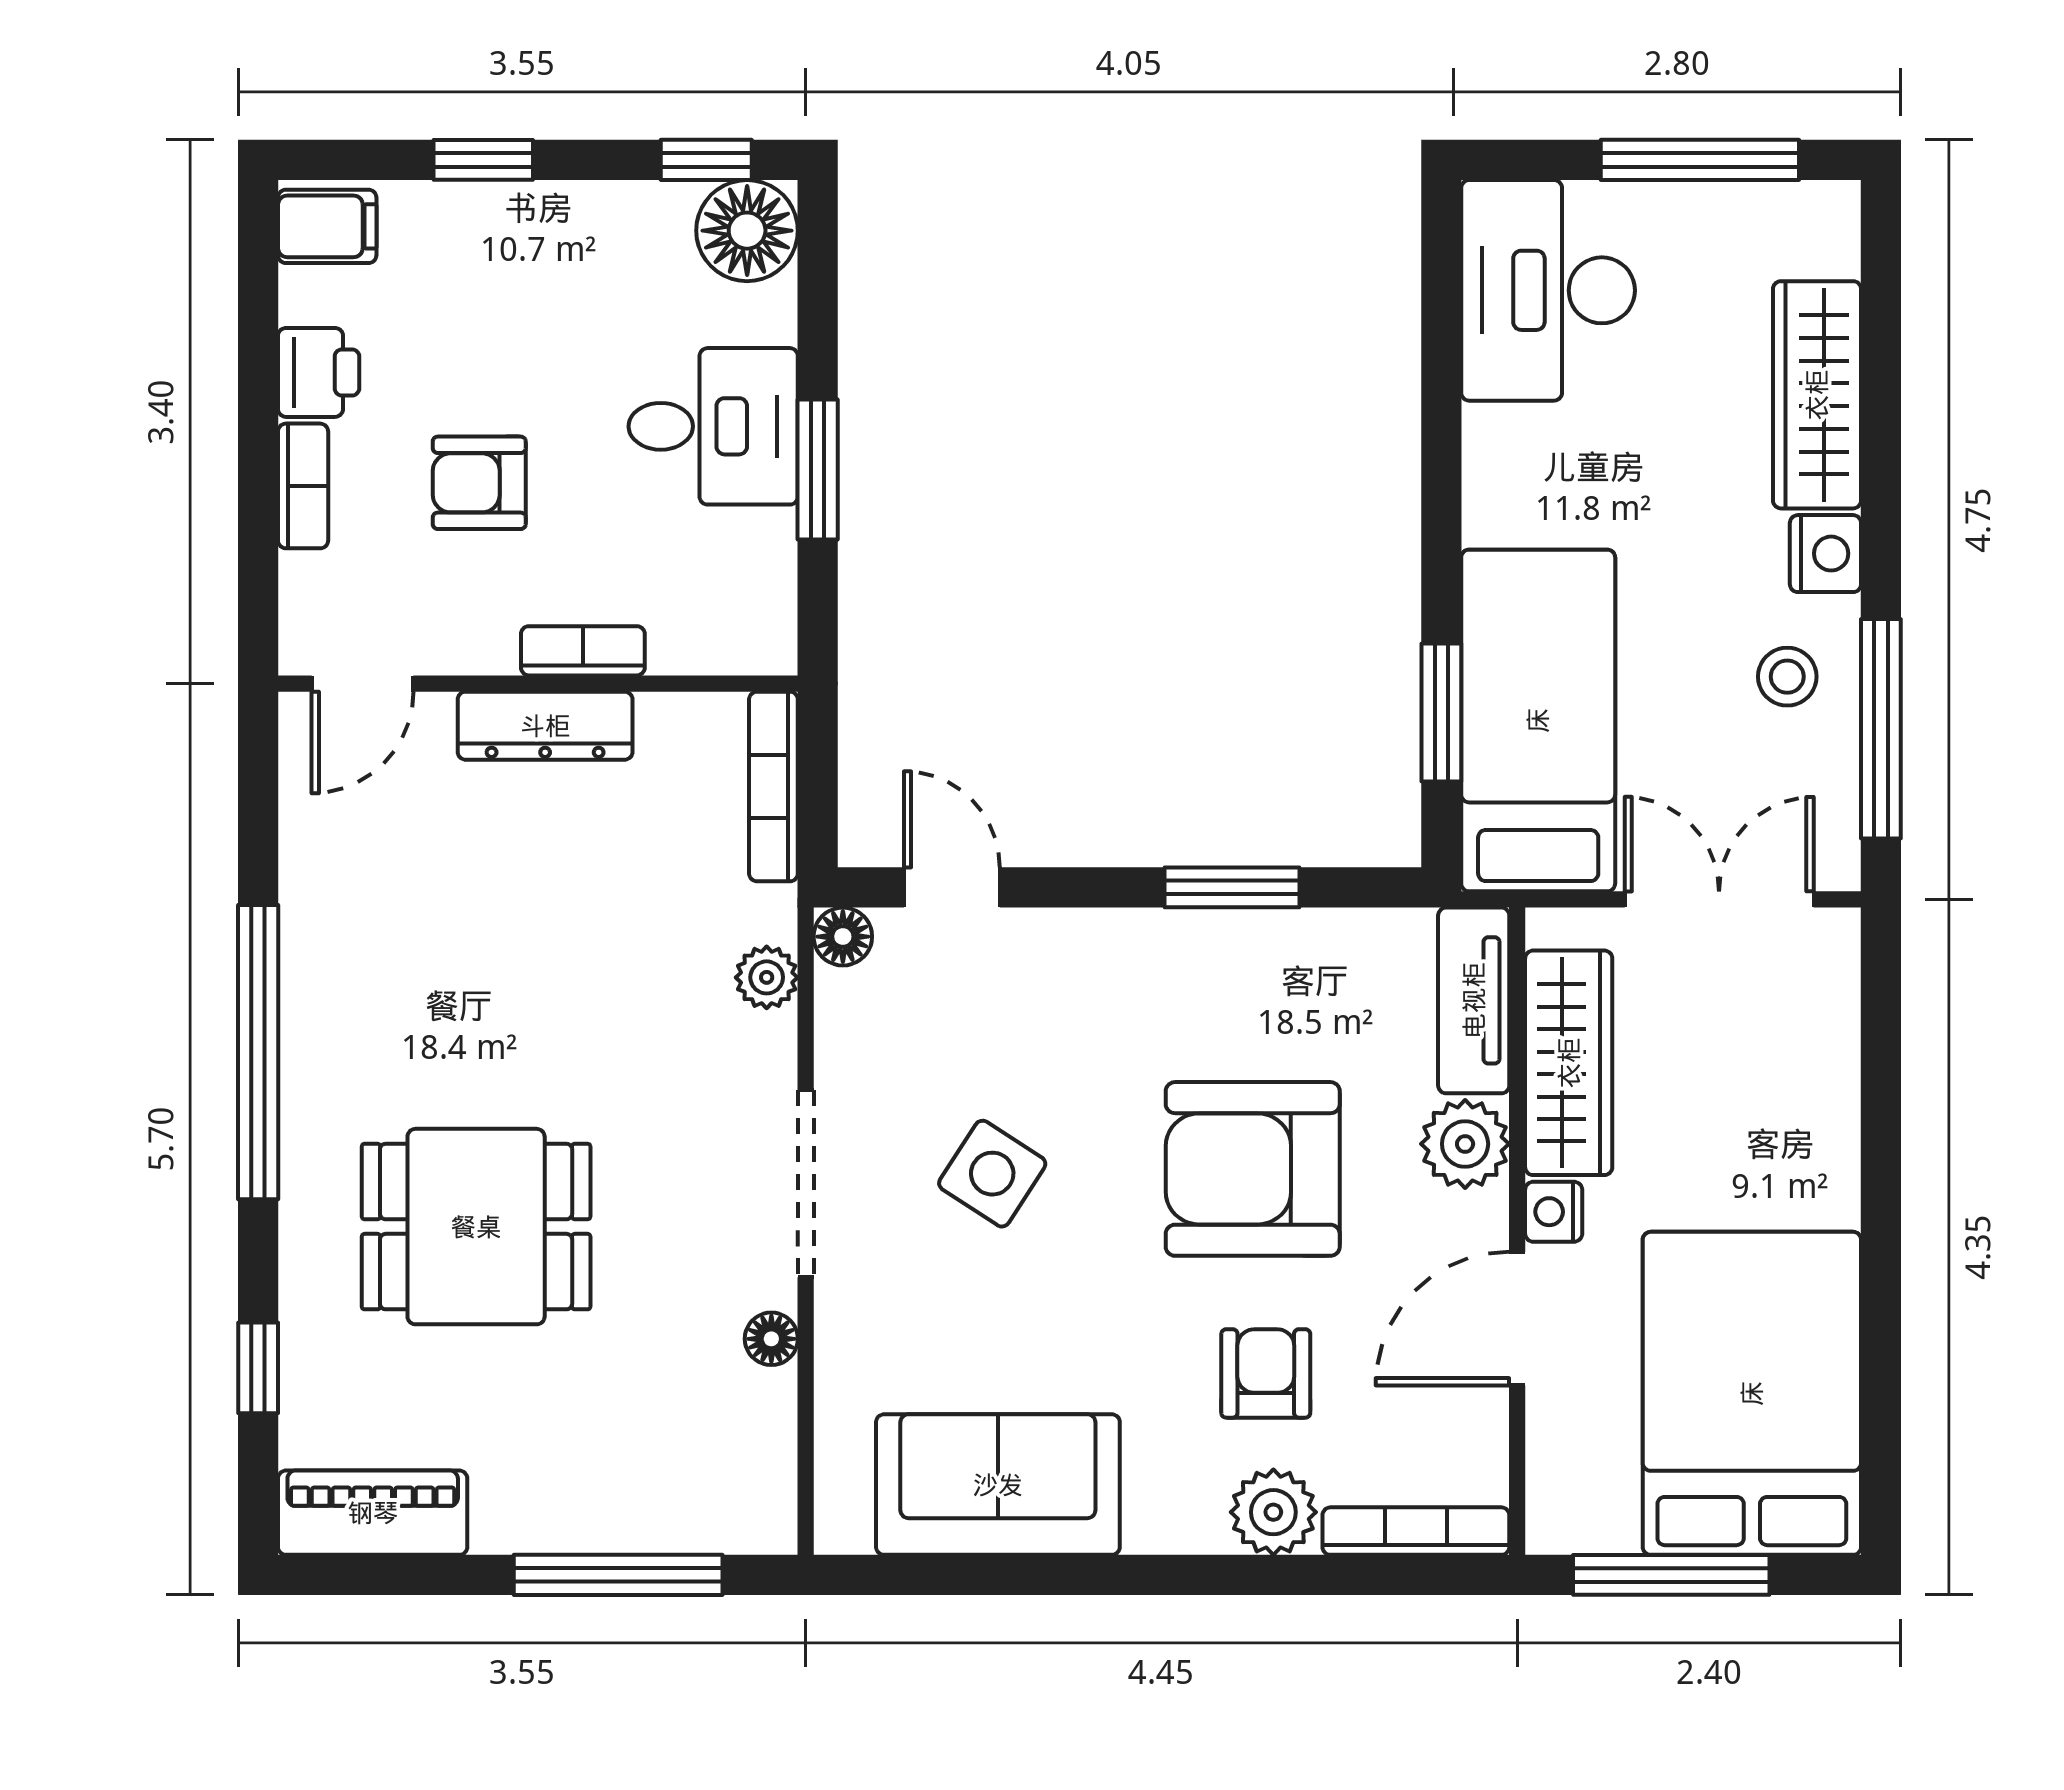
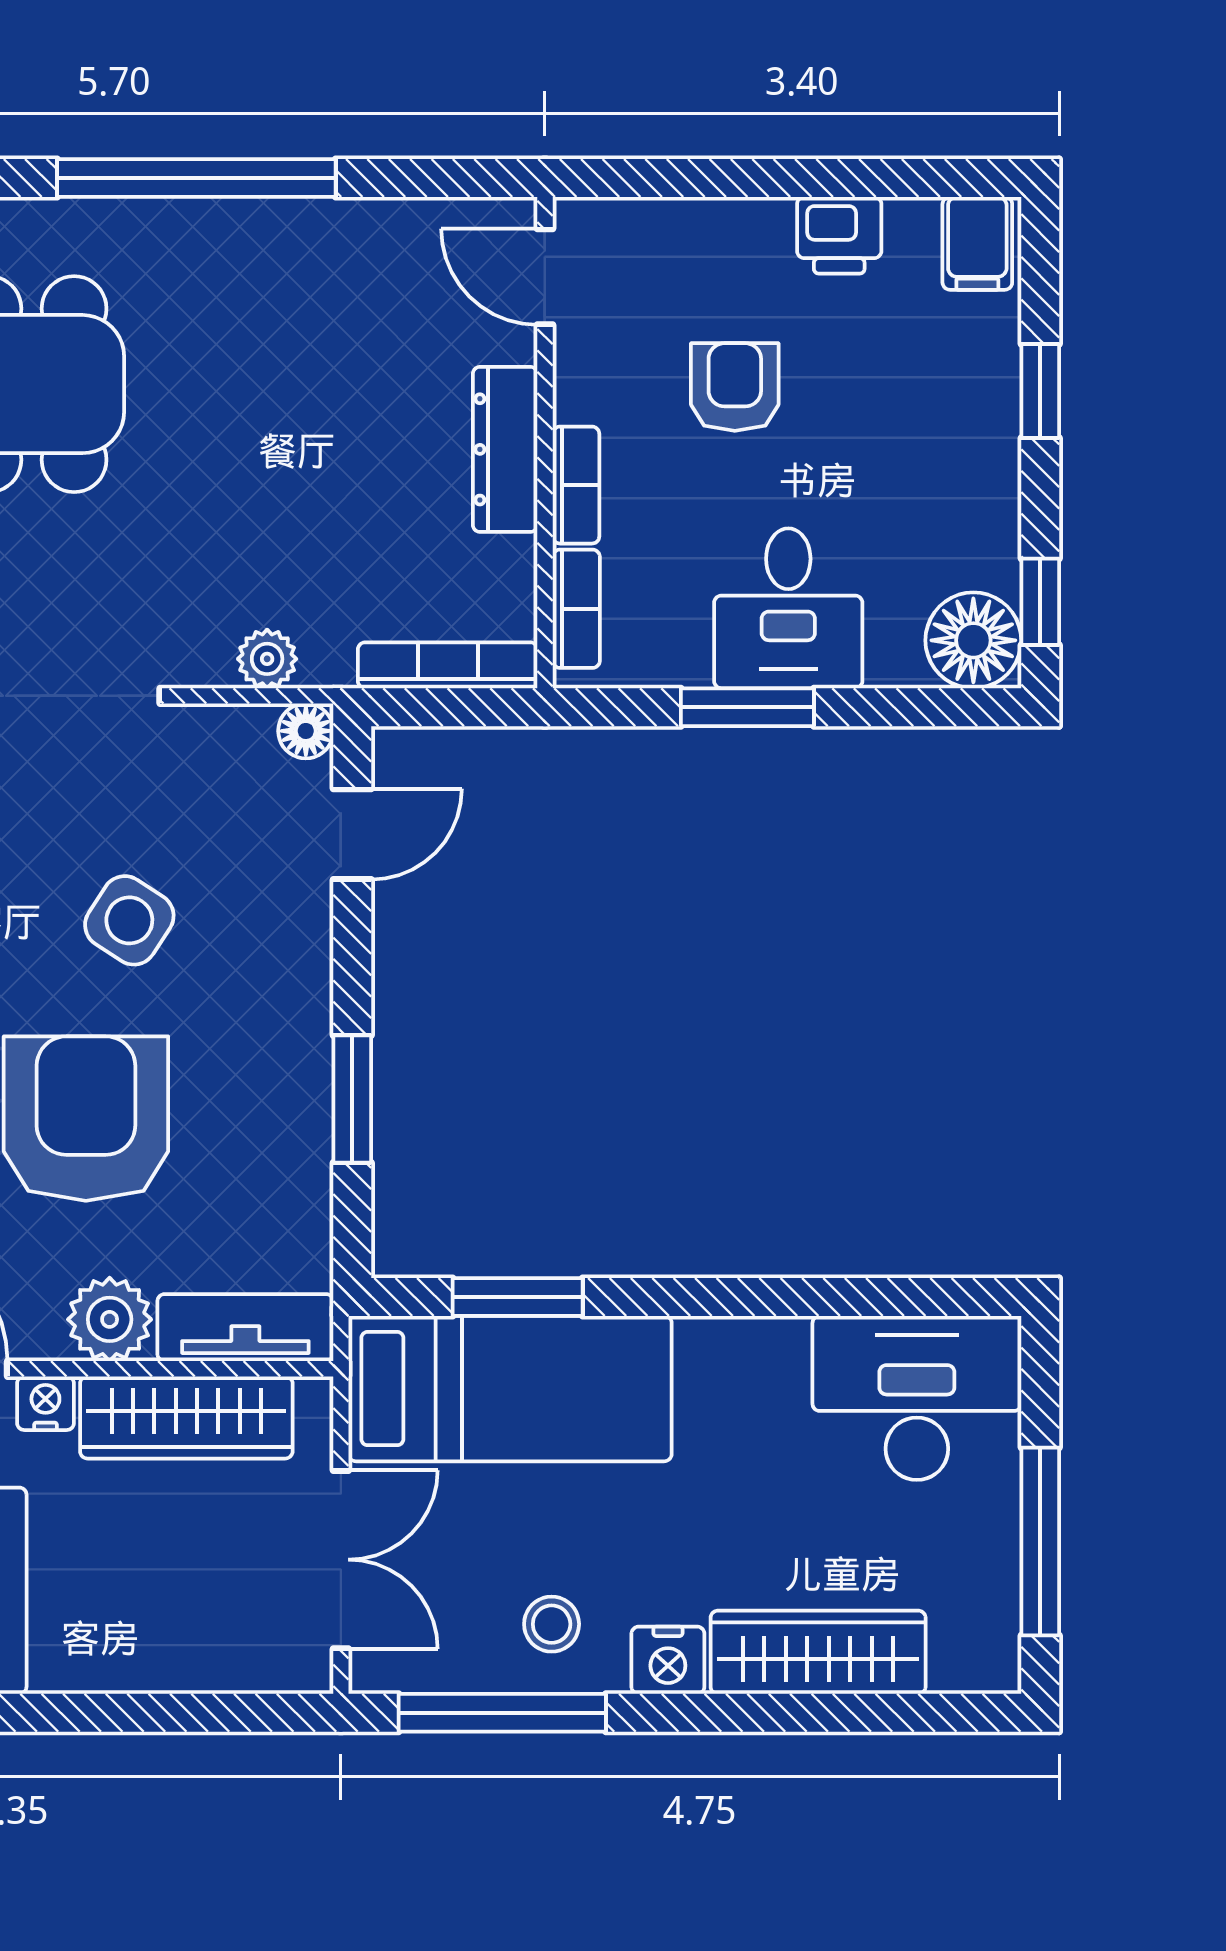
bookcase: (303, 486) -> (576, 609), moved, turned -90
side table: (992, 1174) -> (129, 920), moved

